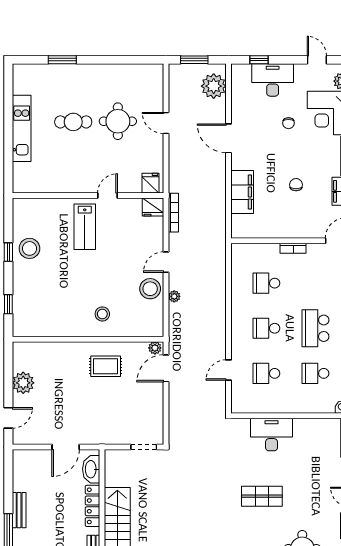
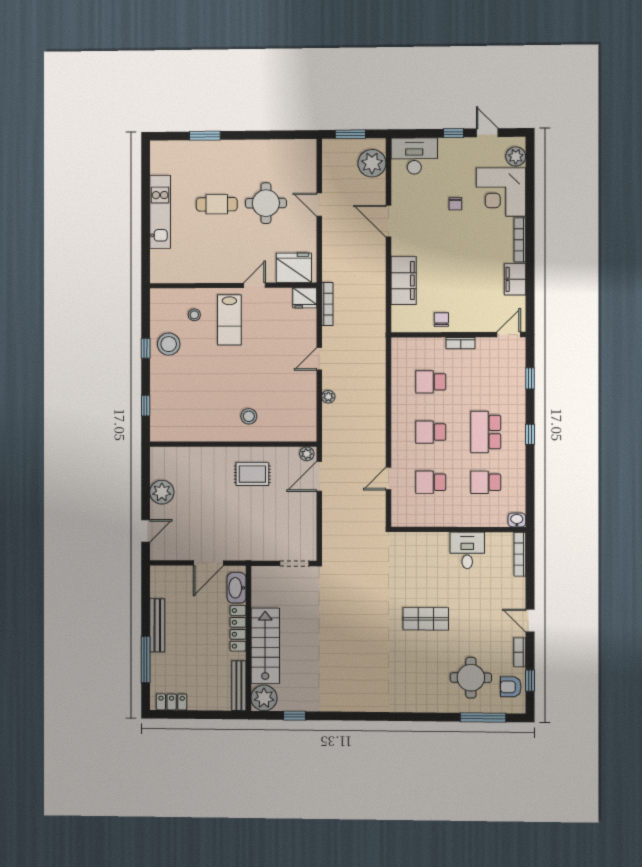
window: (259, 60) -> (453, 133), moved
desk: (273, 80) -> (414, 156), moved
fridge: (151, 183) -> (294, 268), width x1.88, depth x1.34
chair: (296, 185) -> (441, 320), moved
stool: (150, 289) -> (194, 315), moved, width x0.53, depth x0.53
desk: (272, 435) -> (467, 550), moved, width x0.73
bench: (19, 510) -> (157, 625), width x1.36

